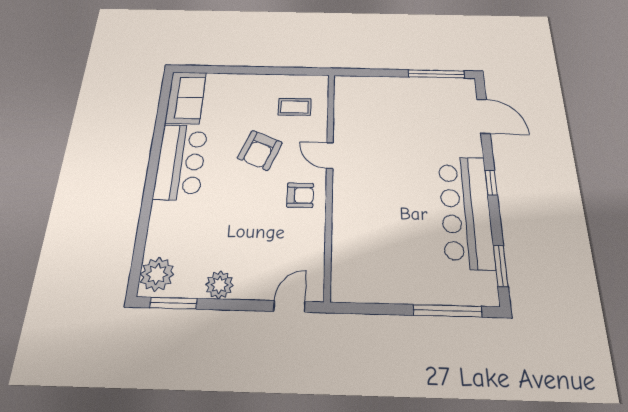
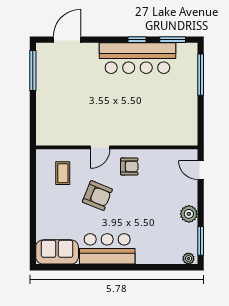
window: (491, 183) -> (137, 40), moved
armchair: (300, 195) -> (129, 166), turned 90
plant: (157, 274) -> (188, 259), width x0.53, depth x0.53

